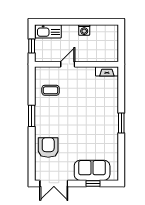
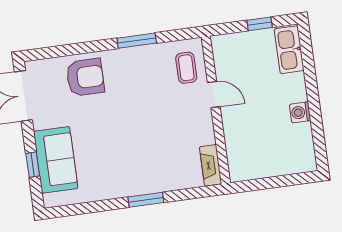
door: (68, 64) -> (214, 95), moved
wall: (76, 64) -> (216, 110), moved
fireplace: (107, 71) -> (211, 165), moved

